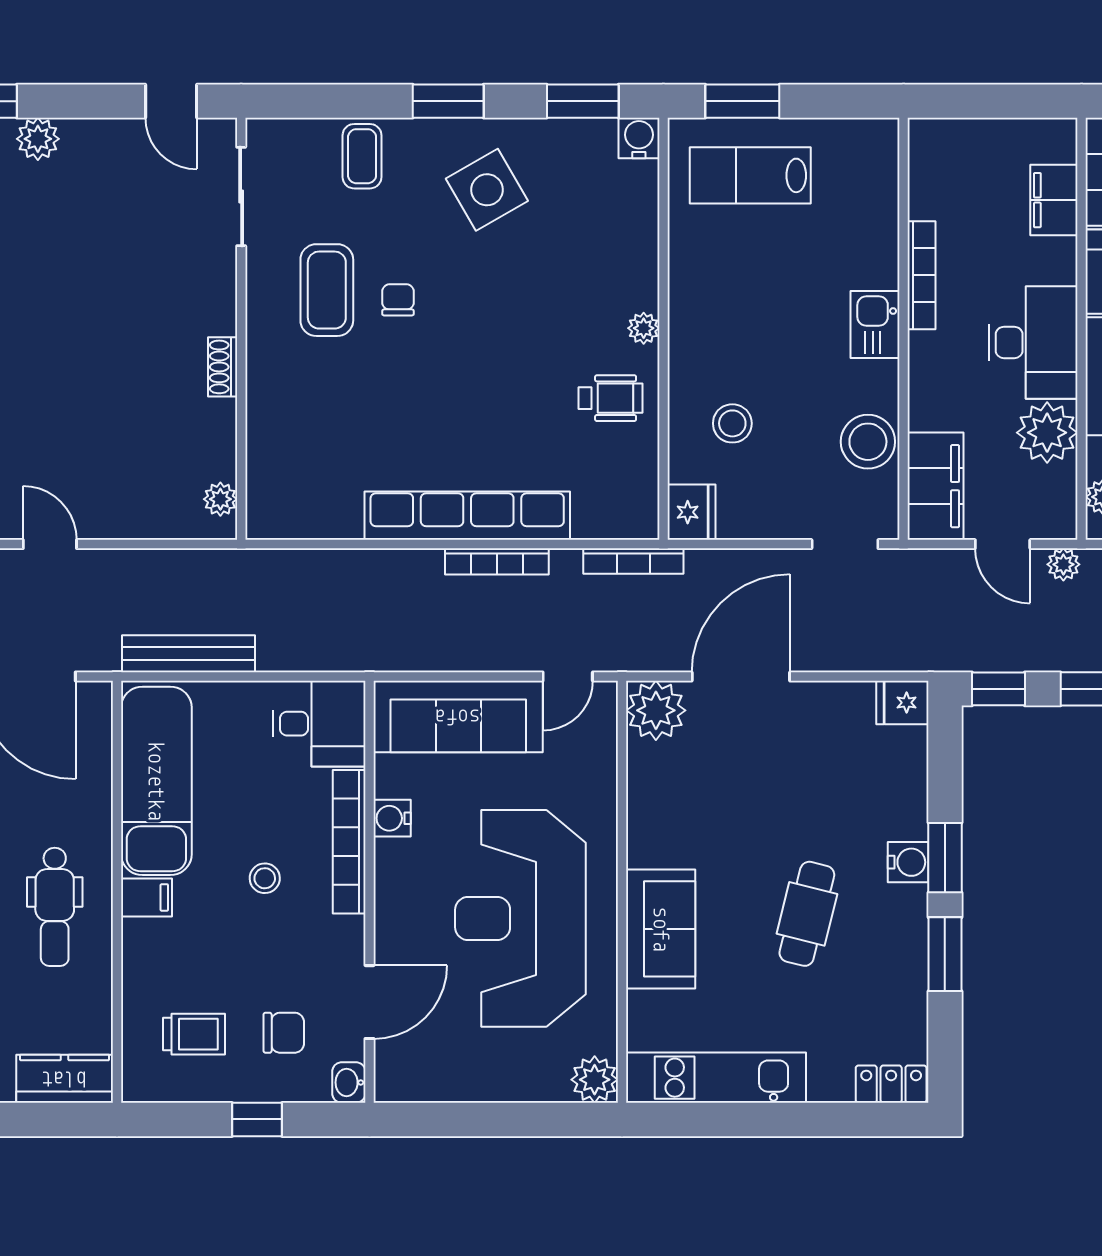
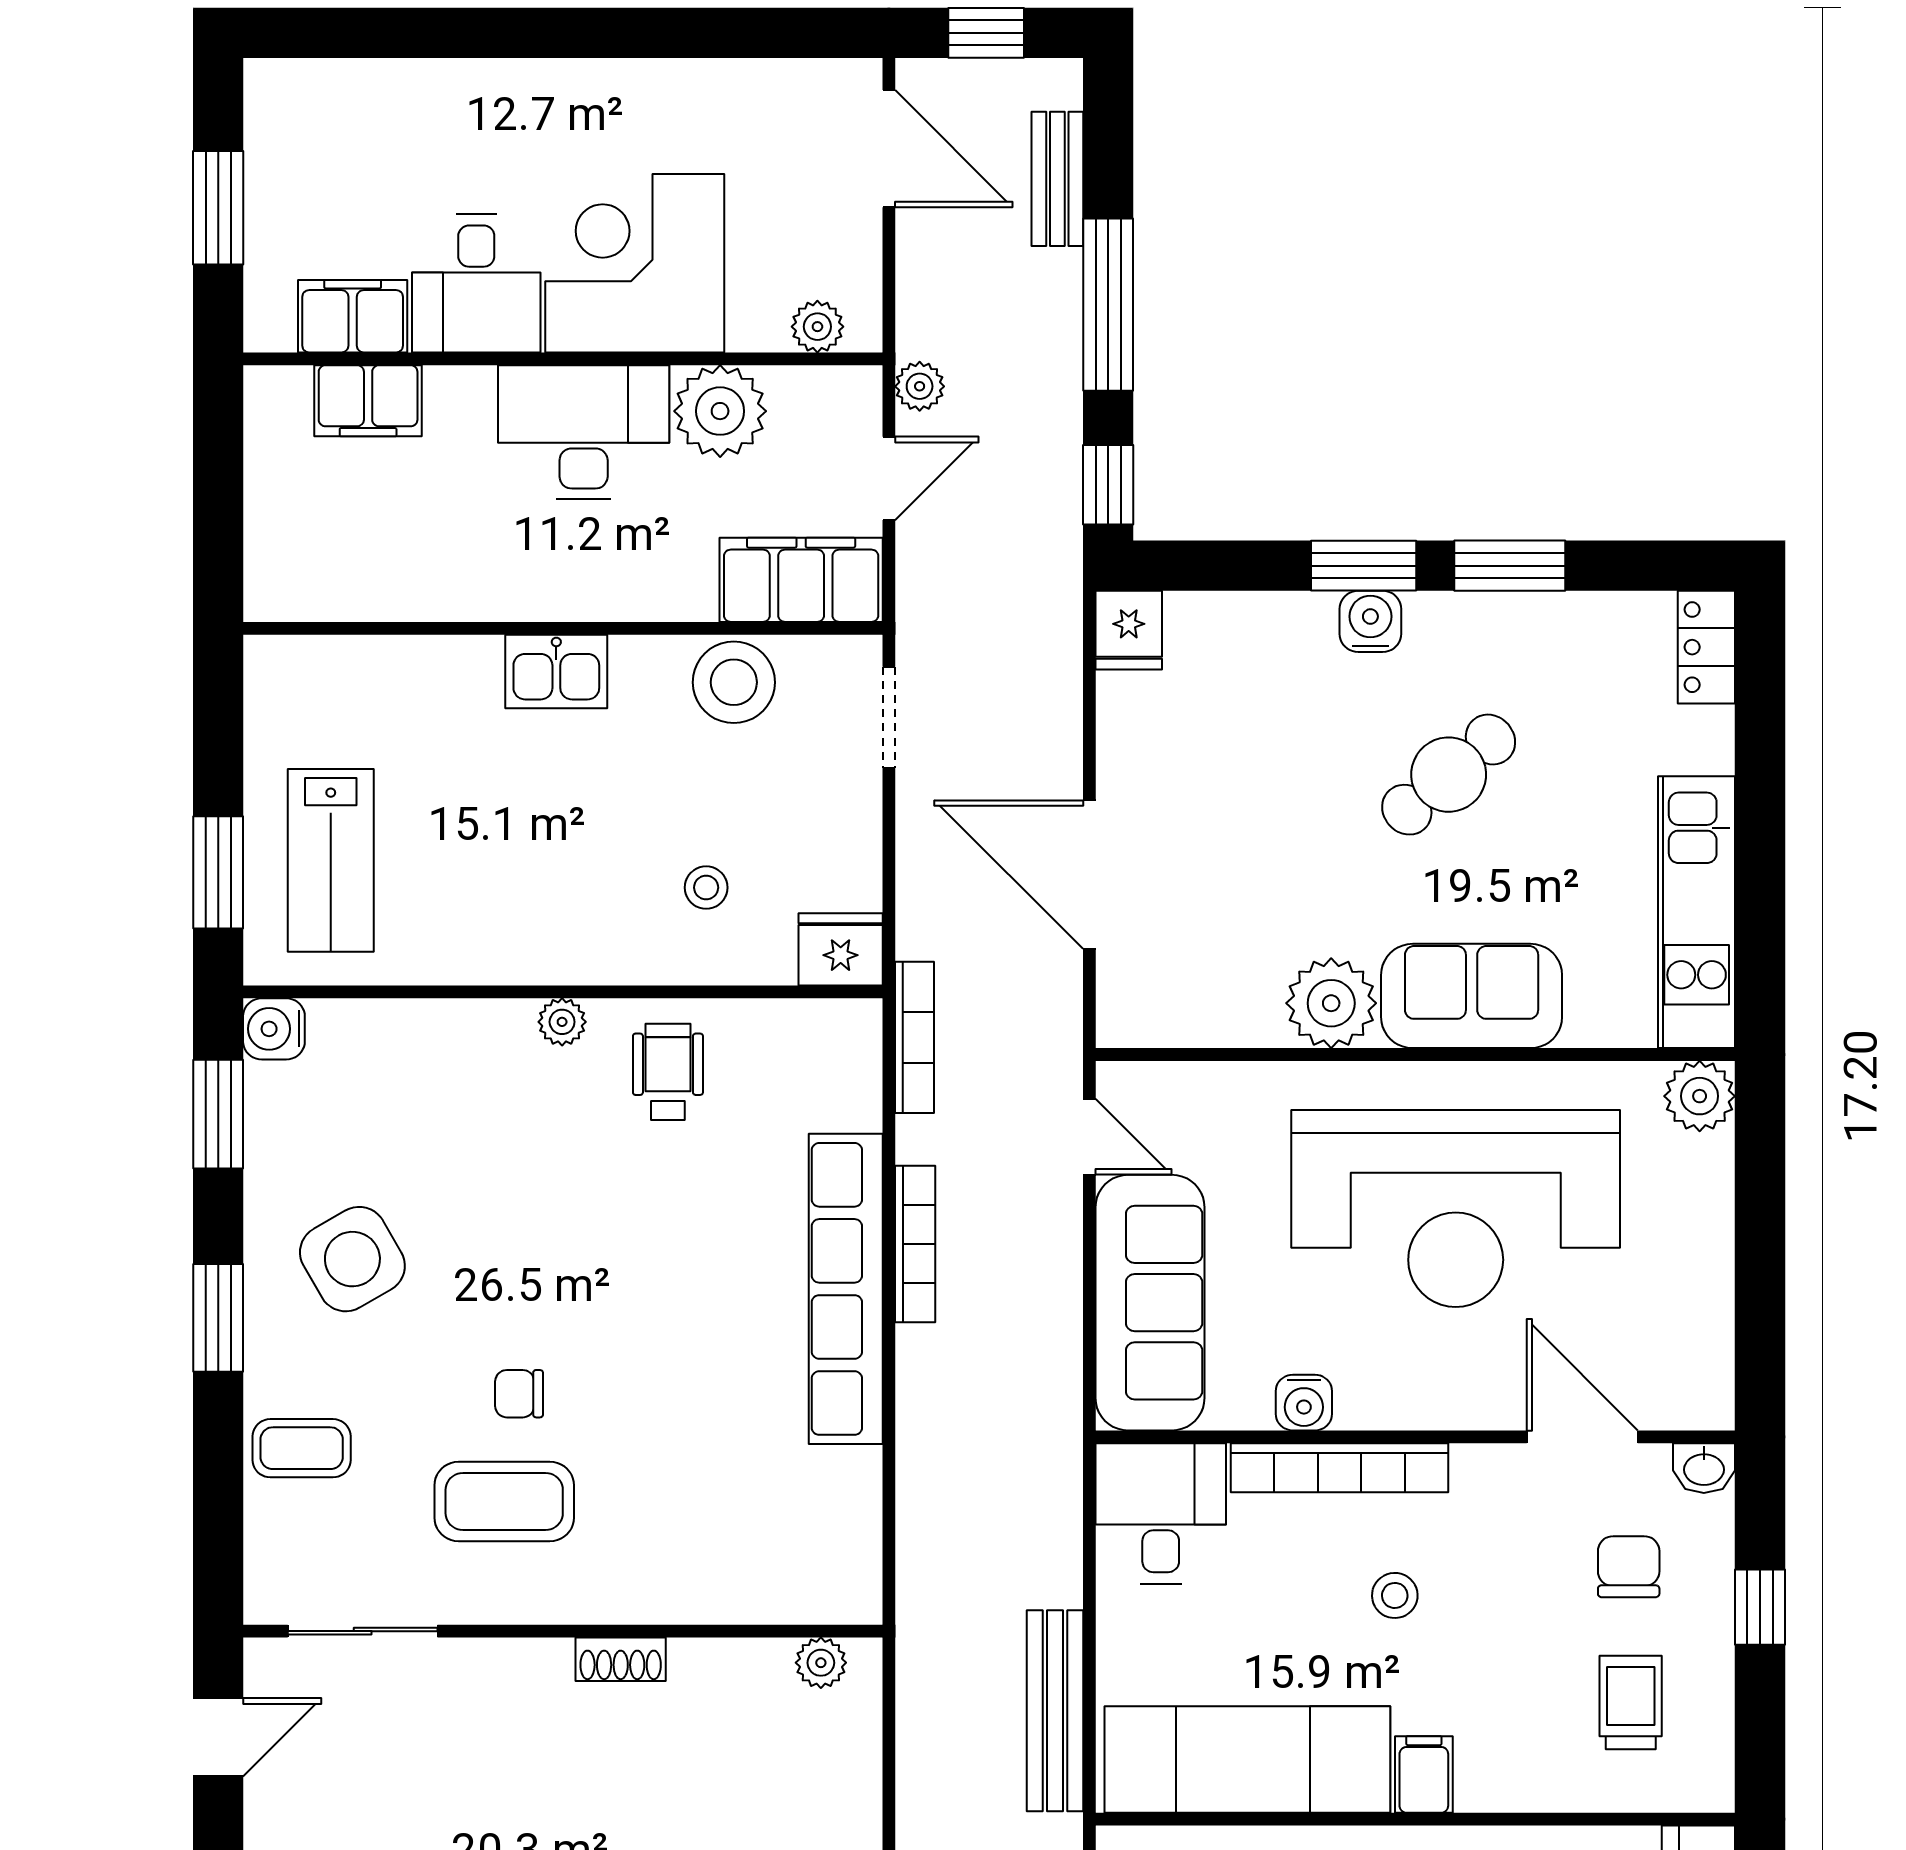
bookcase: (922, 275) -> (482, 601), removed
stool: (732, 423) -> (706, 888), width x0.73, depth x0.73
plant: (656, 710) -> (1331, 1003), moved
cafe table: (807, 914) -> (1449, 775), turned -54

